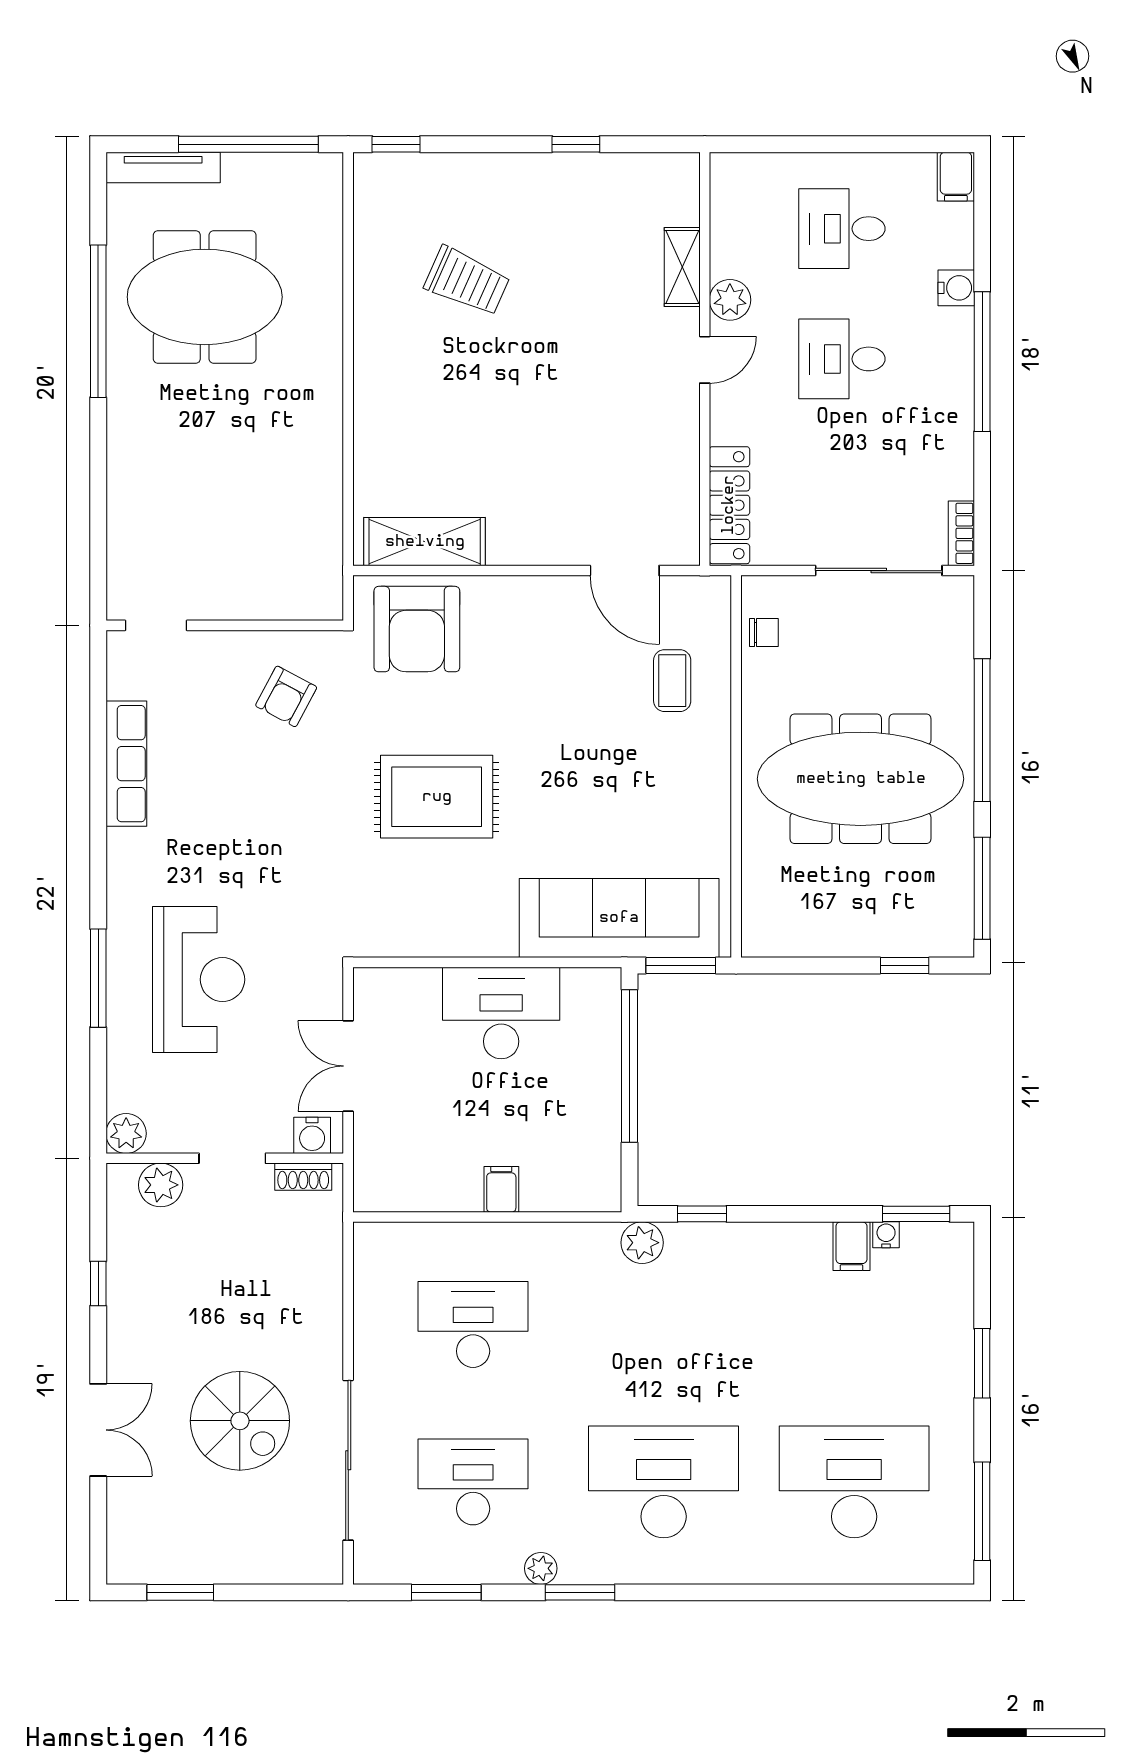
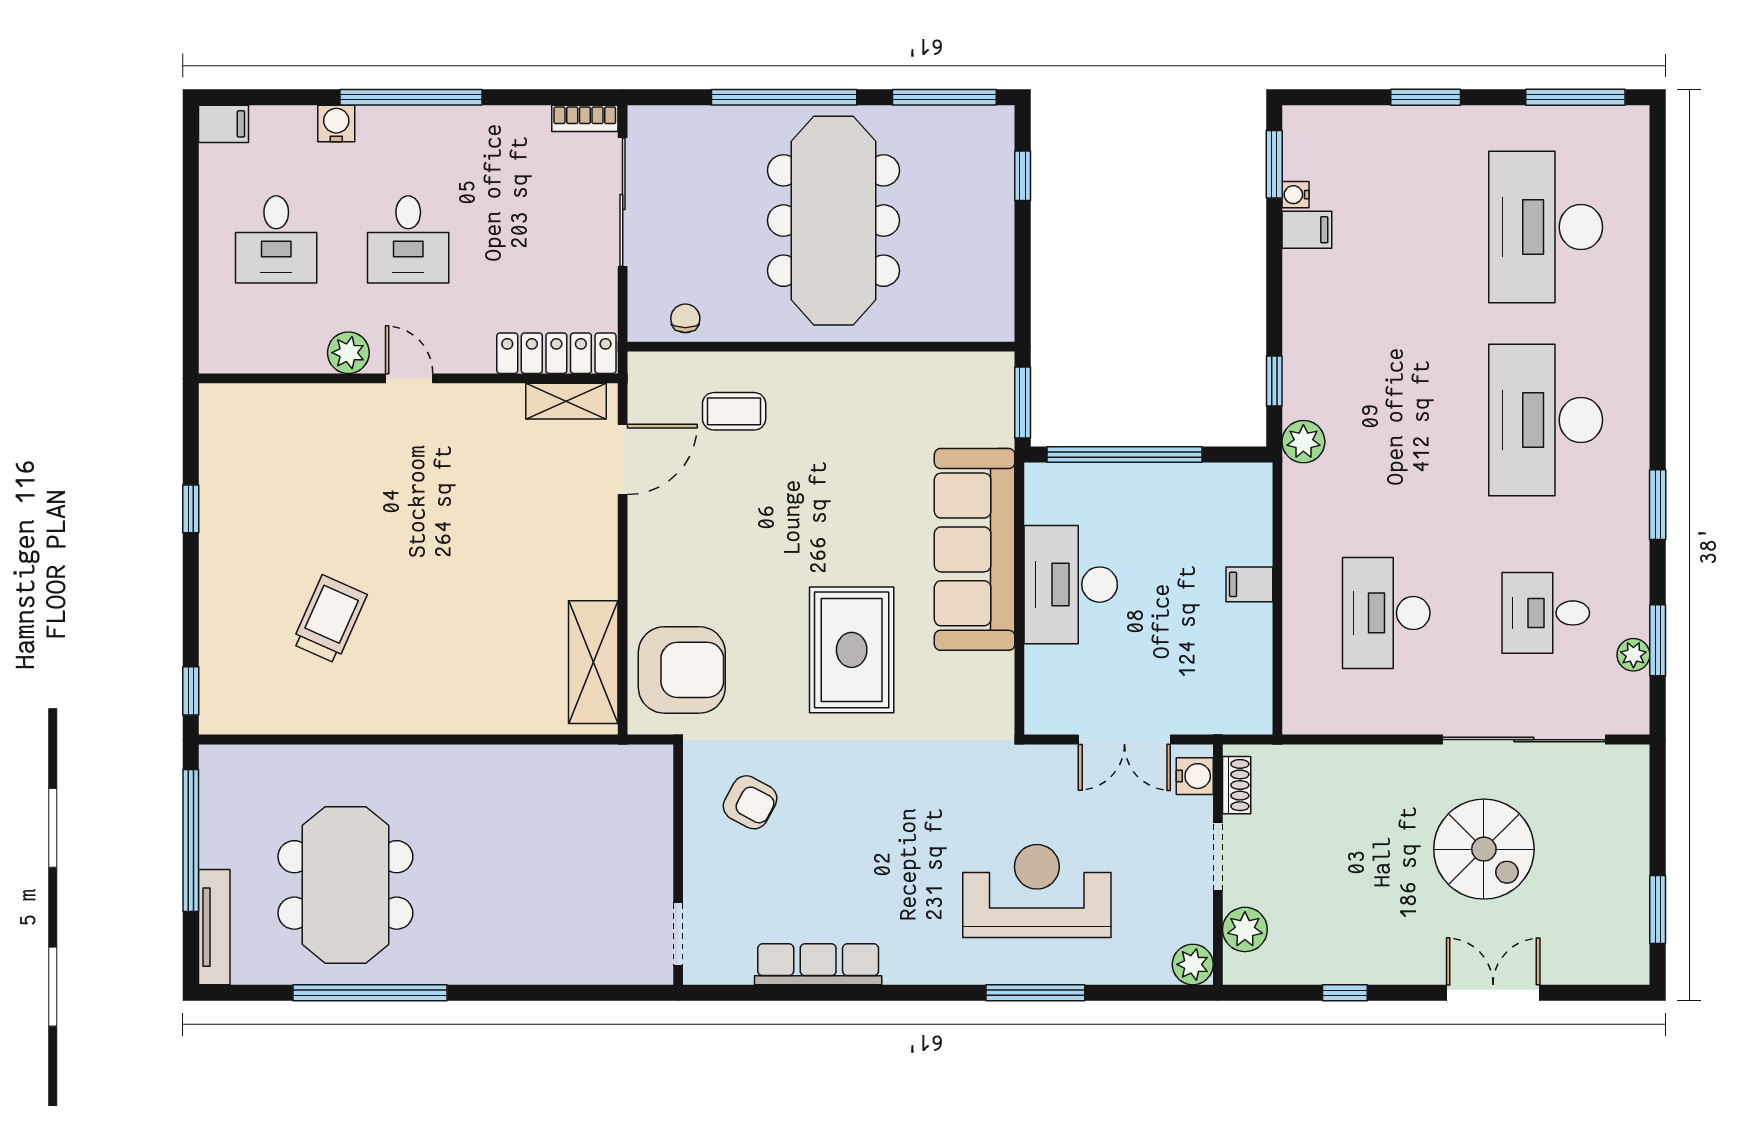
shelving: (682, 267) -> (566, 401), moved
sofa: (619, 918) -> (975, 549), moved
spiral stairs: (240, 1421) -> (1484, 849), turned 90
desk: (473, 1482) -> (1546, 613), width x0.73
plant: (541, 1568) -> (1633, 655), moved

